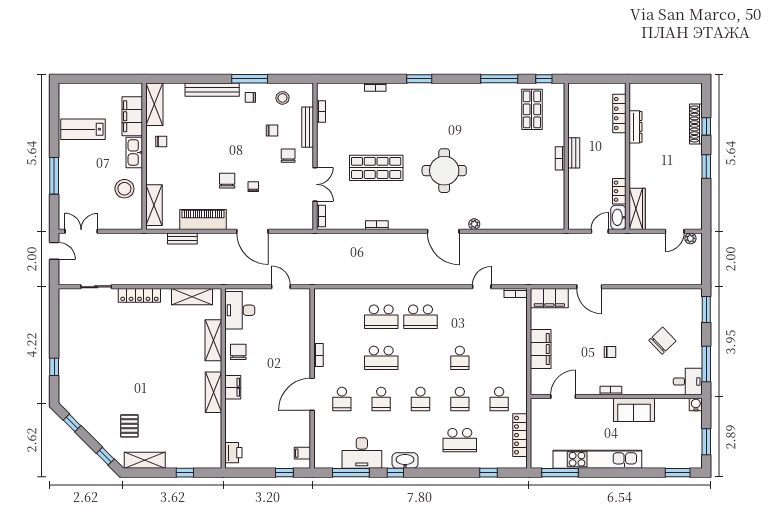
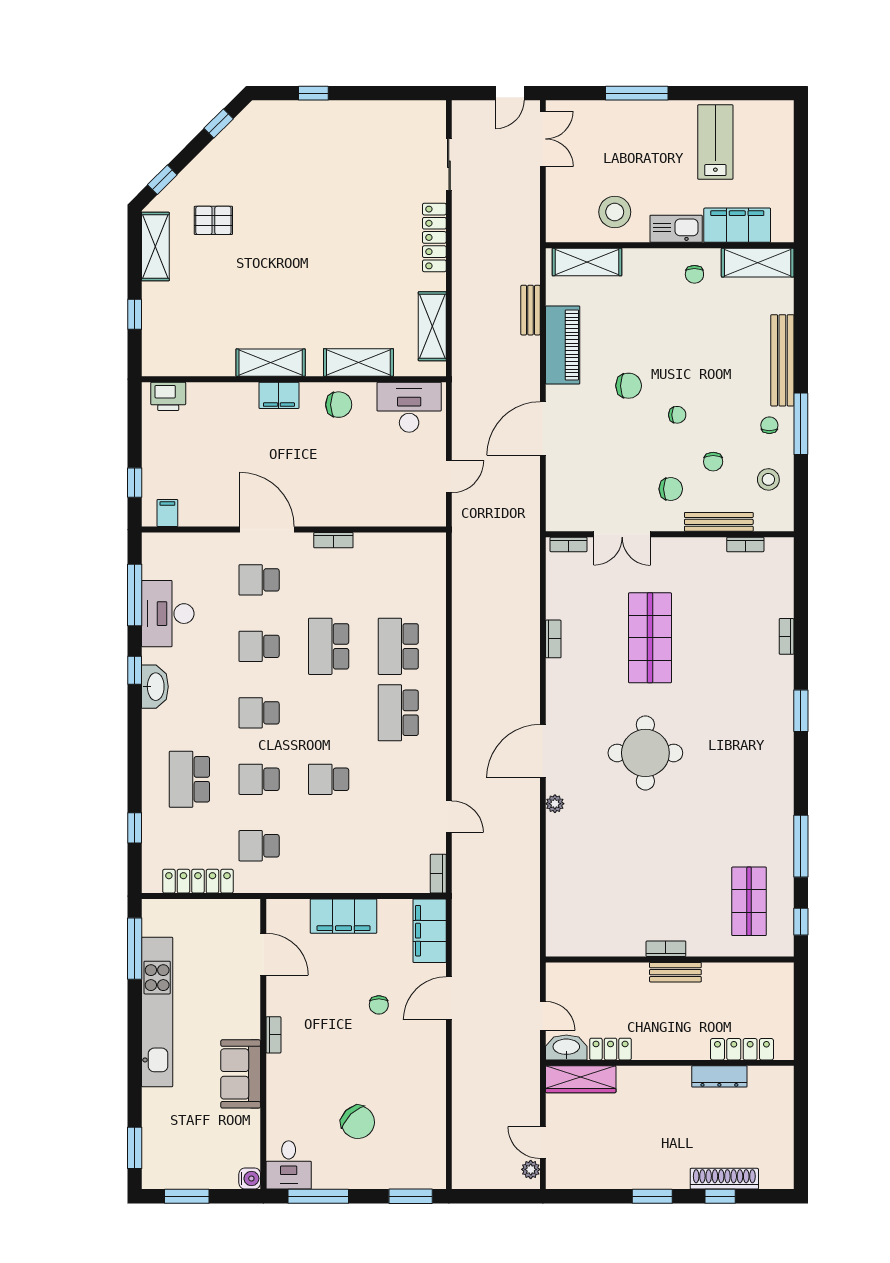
shop shelf: (532, 109) -> (749, 901), turned 90
chair: (253, 187) -> (677, 415), moved
chair: (610, 352) -> (379, 1005), moved

